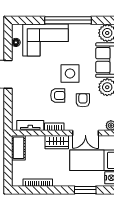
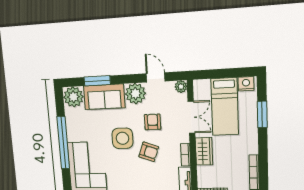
armchair: (58, 95) -> (149, 152), turned 110
armchair: (83, 100) -> (153, 122), turned 90

